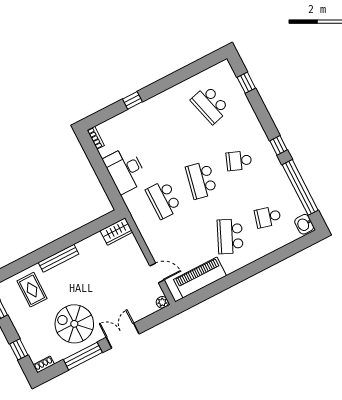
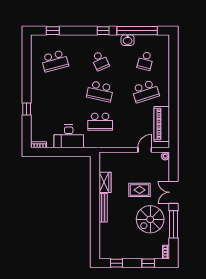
school desk: (239, 161) -> (100, 61), turned -45
washbasin: (304, 224) -> (128, 40), moved
wardrobe: (116, 231) -> (105, 182), moved
school desk: (230, 236) -> (145, 91), turned -42
rug: (32, 290) -> (140, 190), moved

